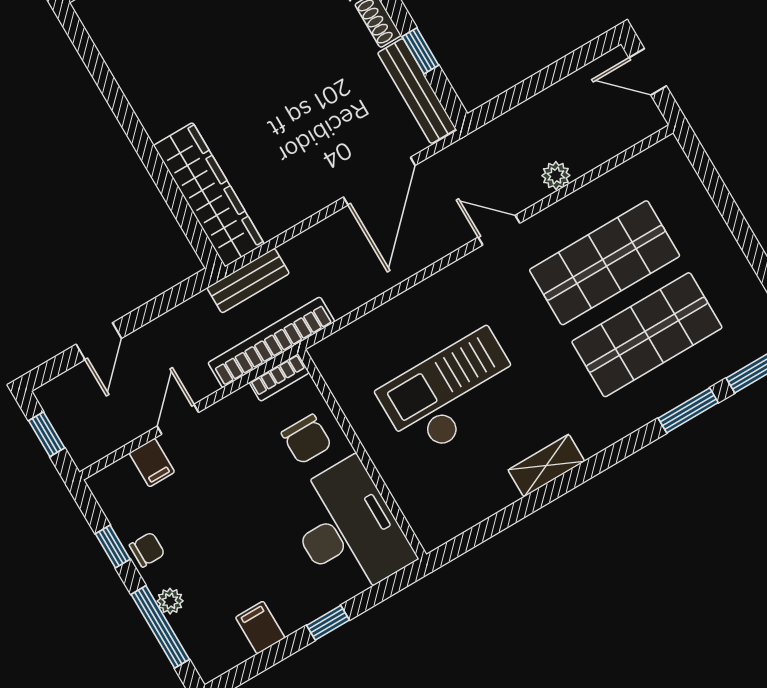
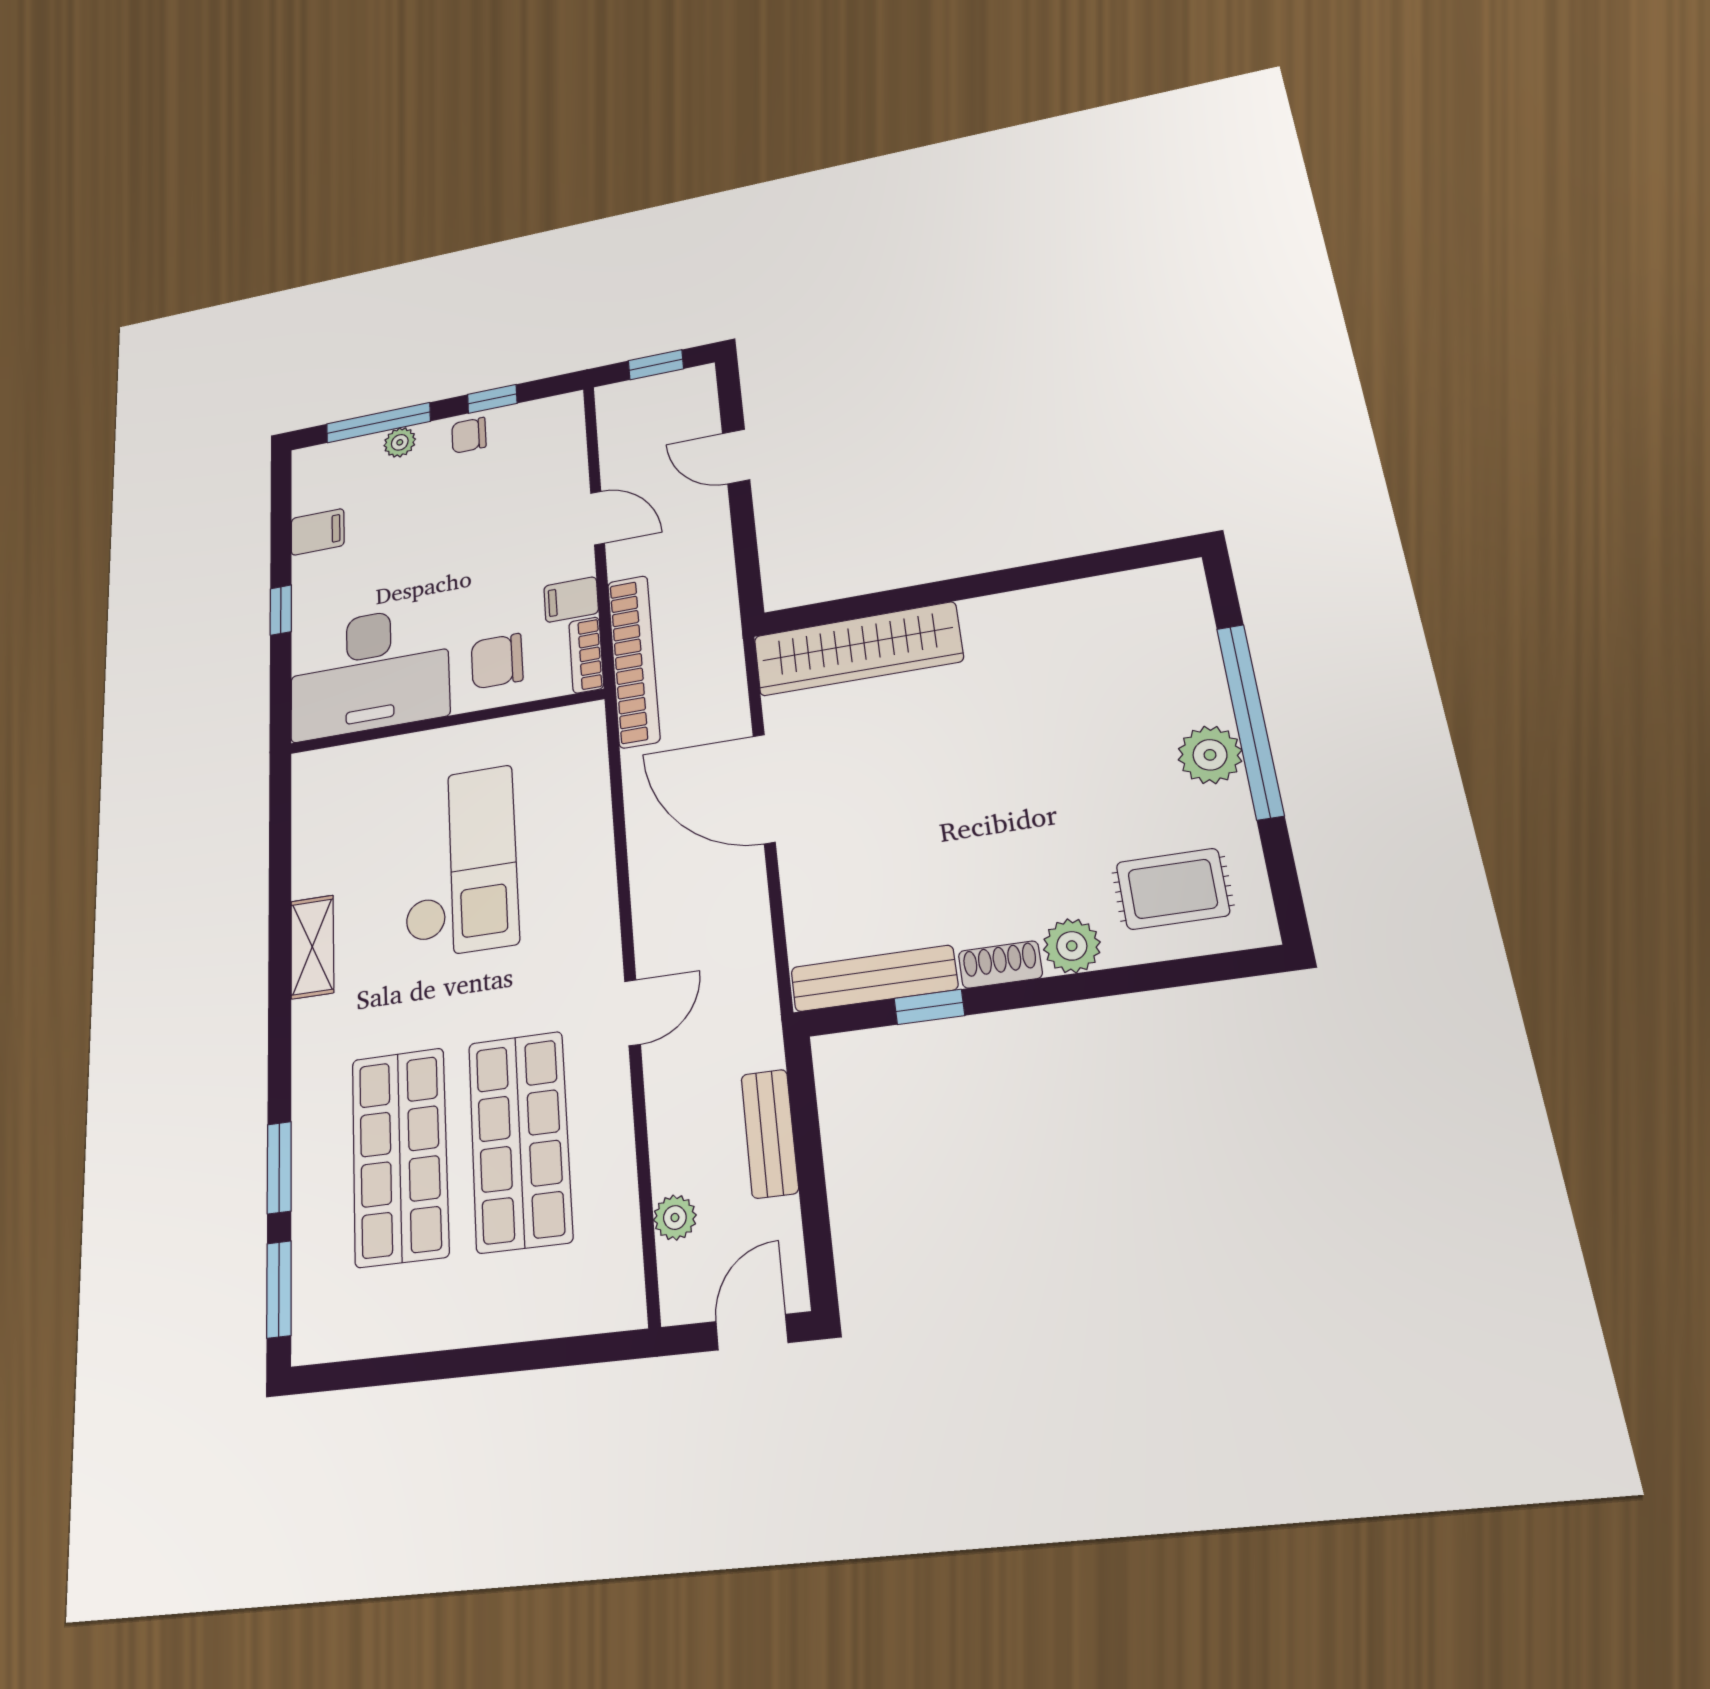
plant: (556, 176) -> (675, 1218), moved
door: (379, 181) -> (764, 789), moved
bench: (248, 281) -> (770, 1133), moved
filing cabinet: (152, 463) -> (571, 600), moved
chair: (147, 550) -> (469, 435), turned 90

